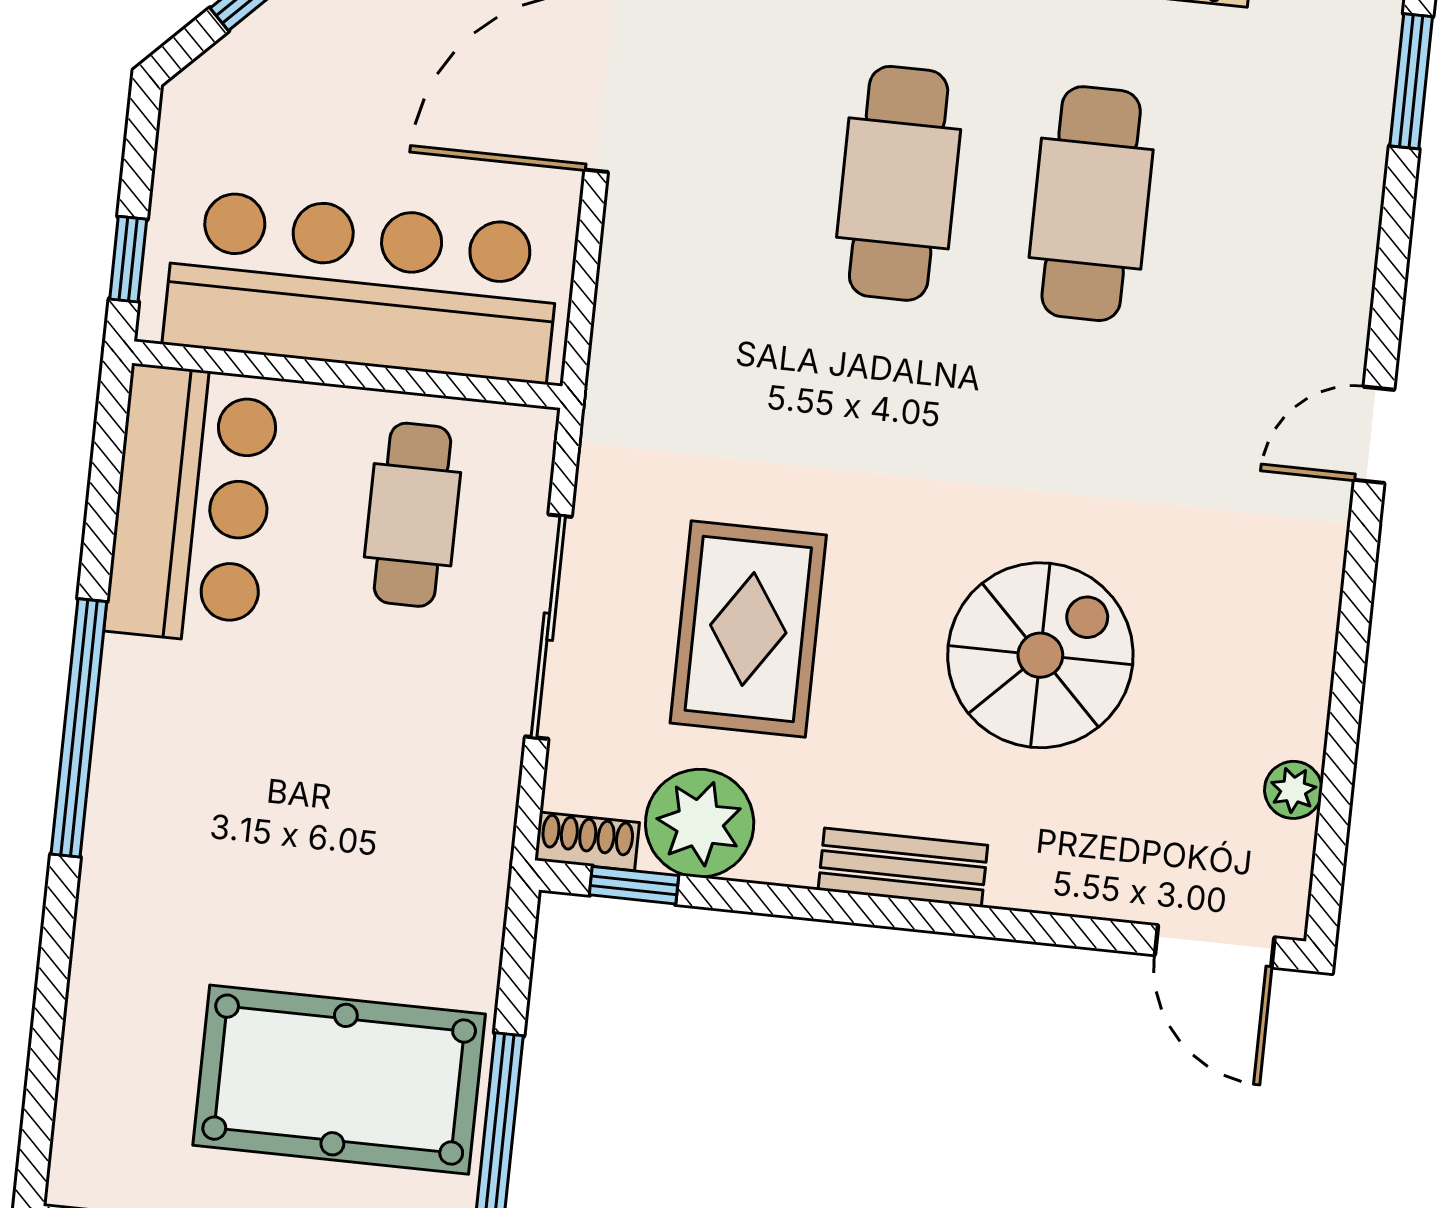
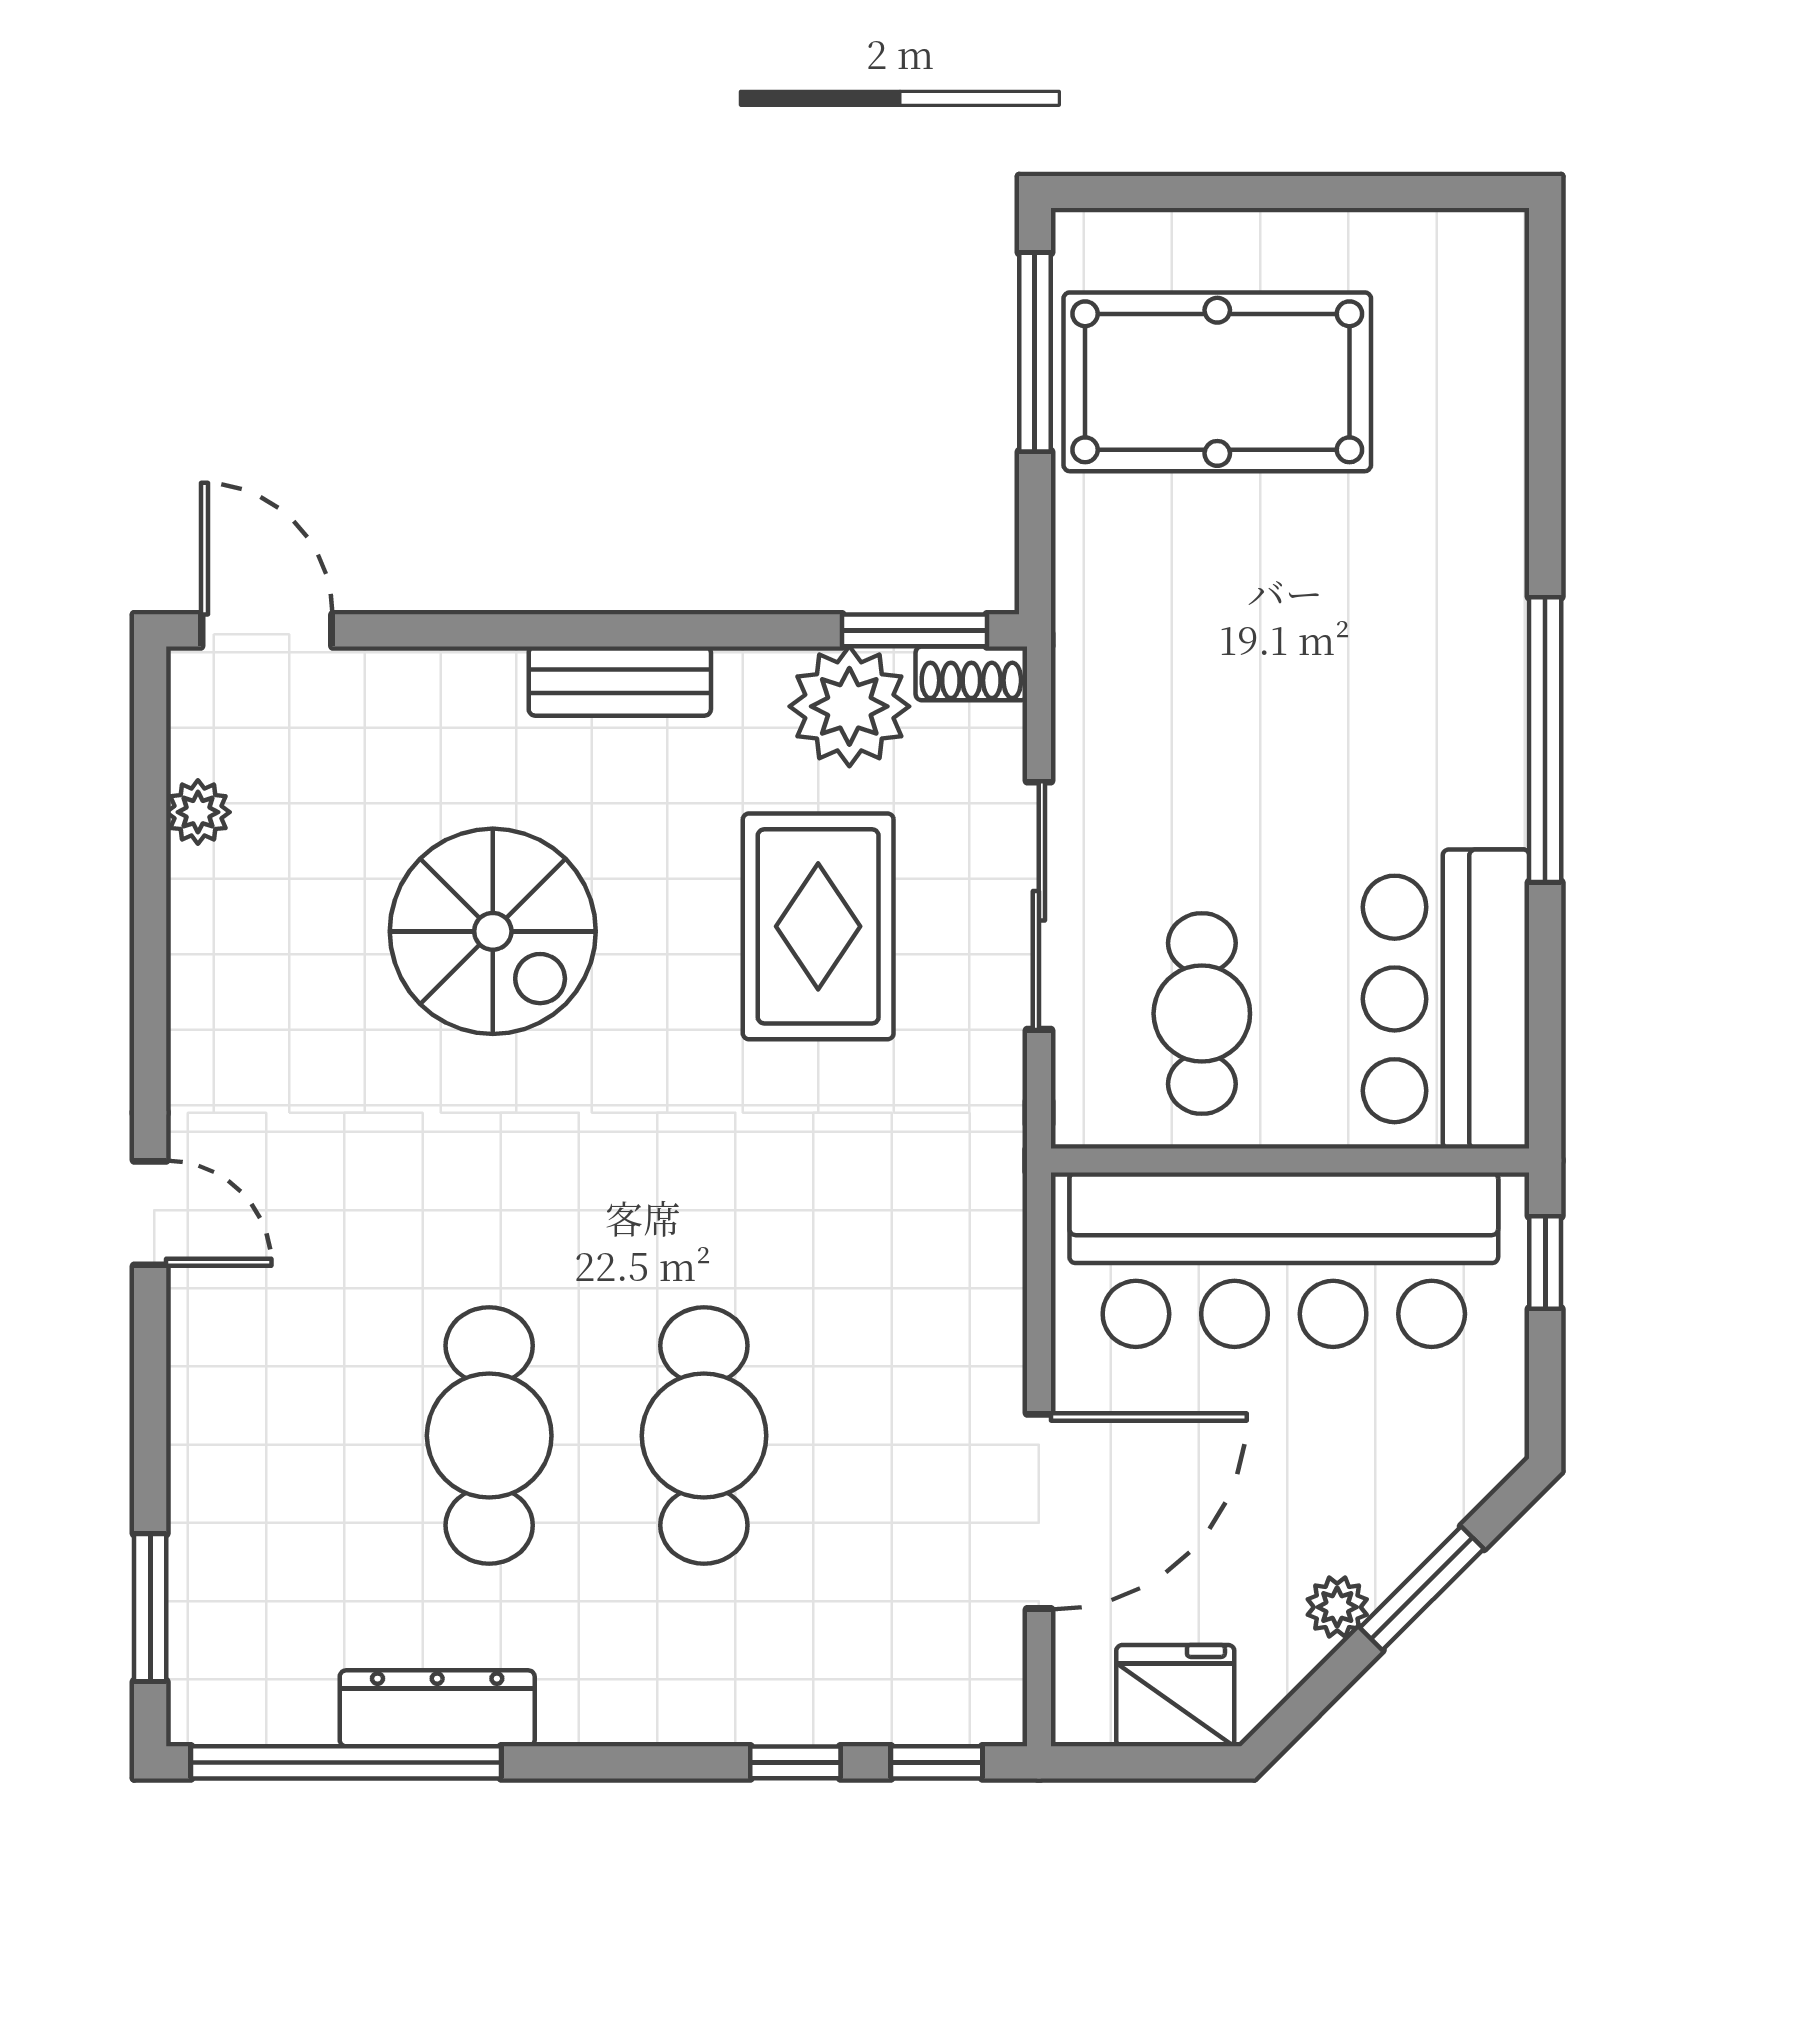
door: (1374, 435) -> (150, 1213), hinge flipped
spiral stairs: (1040, 655) -> (493, 931), turned -90
window: (634, 885) -> (914, 630), width x1.50

